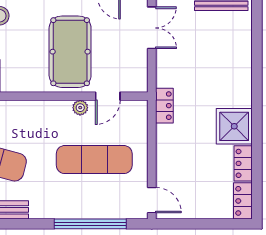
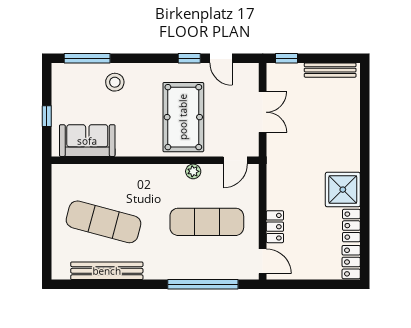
double door: (152, 28) -> (263, 112), moved
door: (108, 96) -> (235, 160), moved
locker: (164, 106) -> (275, 227), moved

